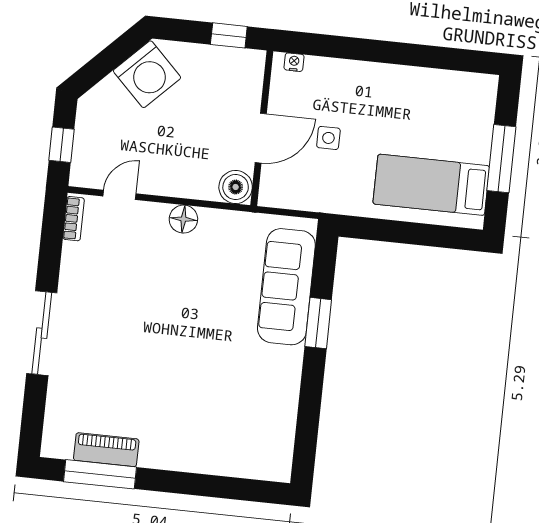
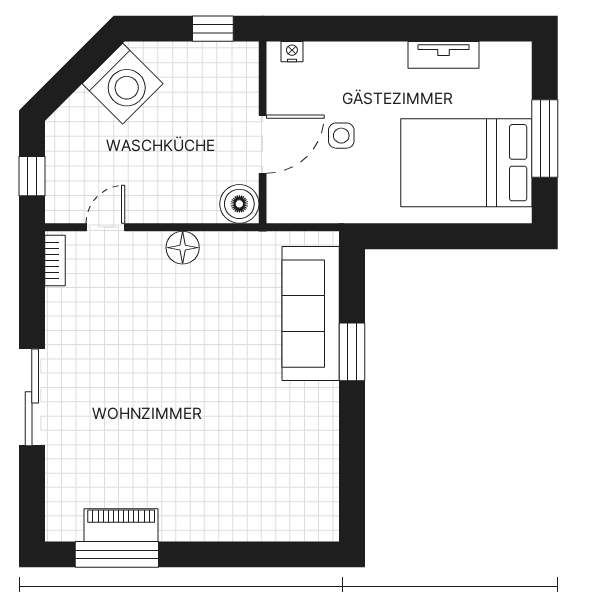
tv unit: (423, 78) -> (444, 55), added
bed: (431, 185) -> (466, 163), width x1.50

